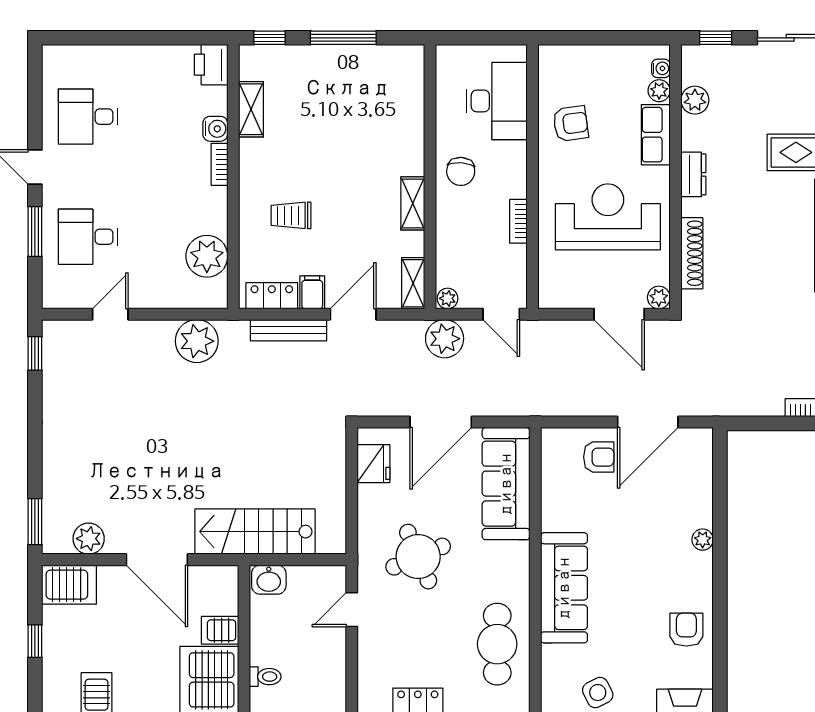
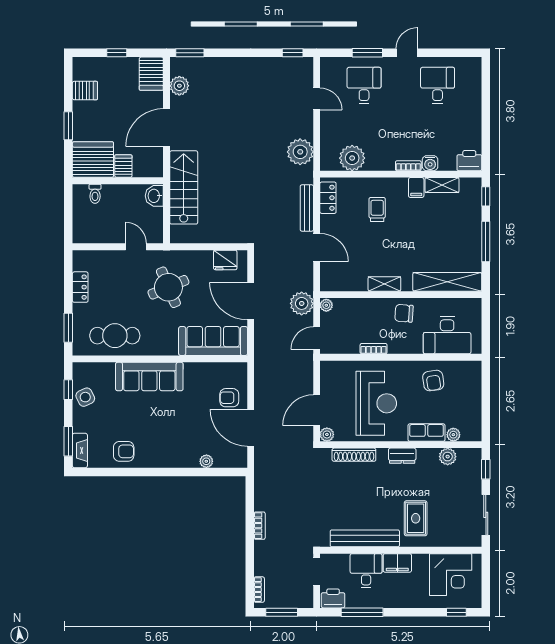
water cooler: (661, 68) -> (467, 436), removed
shelving: (413, 283) -> (447, 282), moved, width x2.20, depth x1.33
filing cabinet: (312, 292) -> (416, 188), moved, turned 90
armchair: (599, 457) -> (229, 398), turned 90
plant: (703, 540) -> (206, 461), moved

